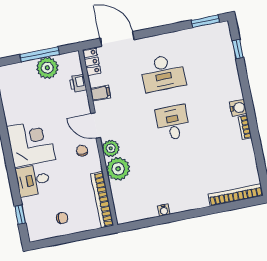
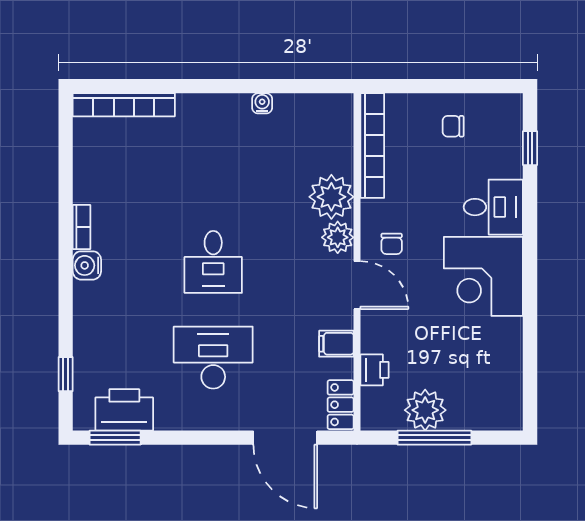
printer: (204, 37) -> (124, 410), added

